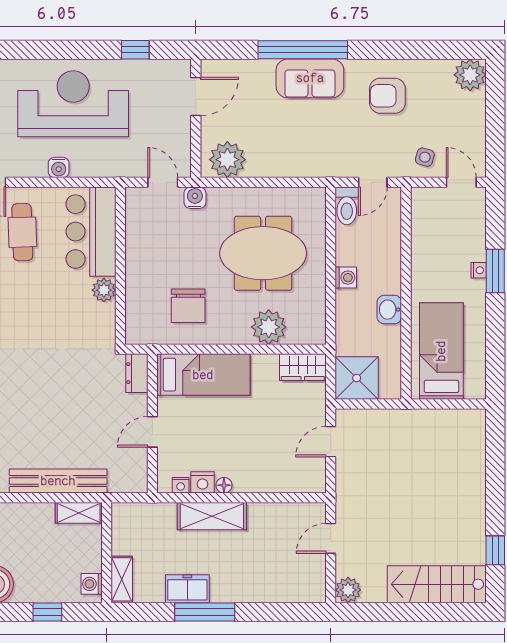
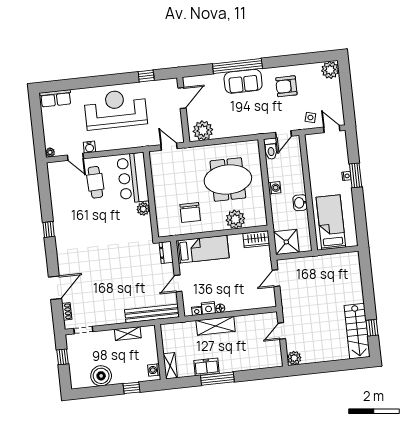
water cooler: (59, 167) -> (89, 147), moved
water cooler: (195, 198) -> (187, 153), removed
bench: (58, 481) -> (152, 313), moved
shelving: (79, 513) -> (128, 334), moved
stairs: (437, 584) -> (357, 331), moved, turned -90

